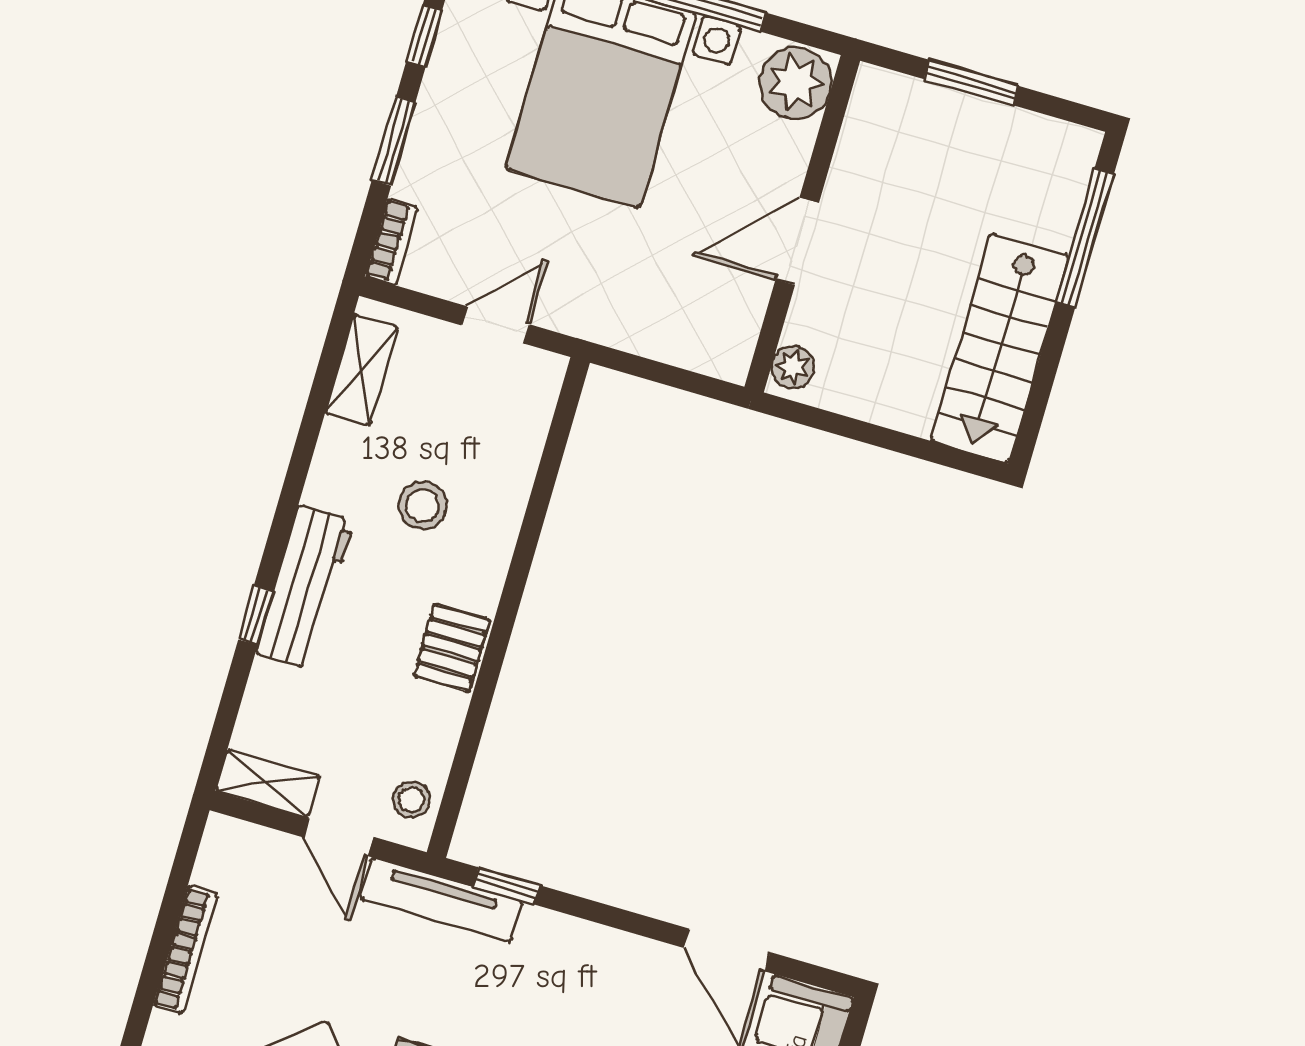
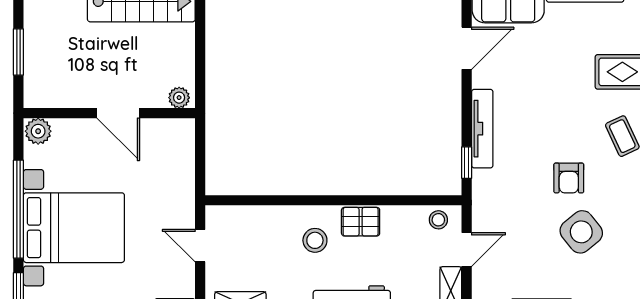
plant: (795, 83) -> (38, 131), width x0.73, depth x0.73
stool: (423, 506) -> (315, 240), moved
tv unit: (441, 900) -> (482, 129), moved

